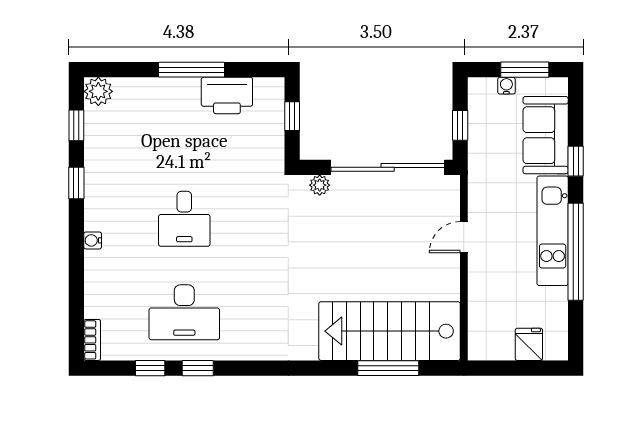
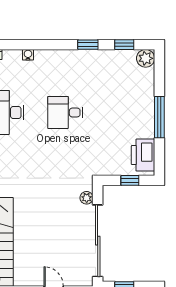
printer: (227, 95) -> (143, 155), moved
water cooler: (93, 240) -> (28, 55), moved

